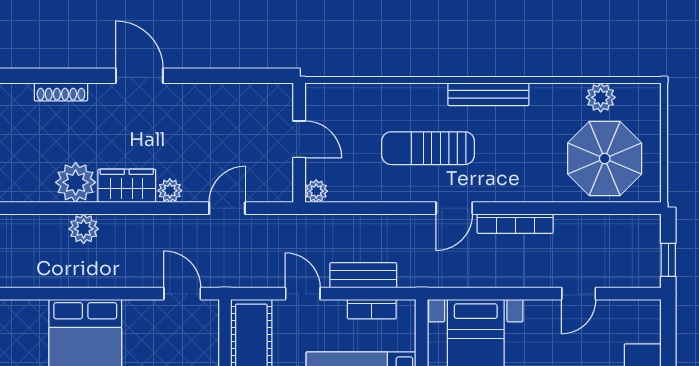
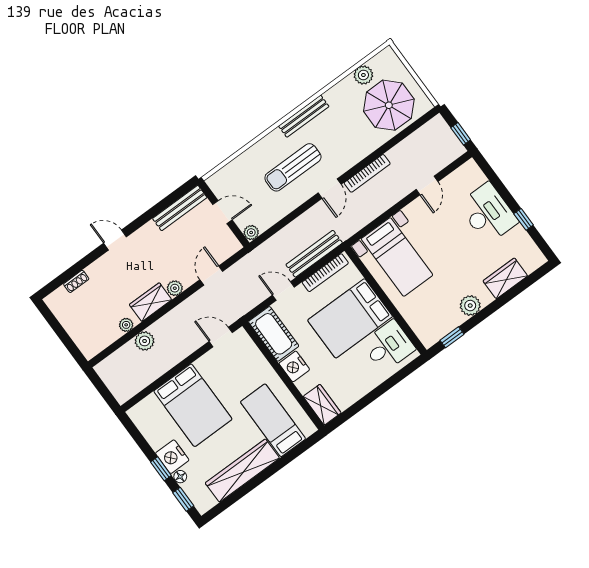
door: (139, 76) -> (115, 240), width x0.73
shoe rack: (61, 92) -> (76, 281), width x0.70
bench: (250, 95) -> (180, 208), added
plant: (76, 182) -> (126, 325), width x0.53, depth x0.53
bench: (363, 275) -> (314, 254), width x1.36
bookcase: (372, 309) -> (325, 273), width x1.56

